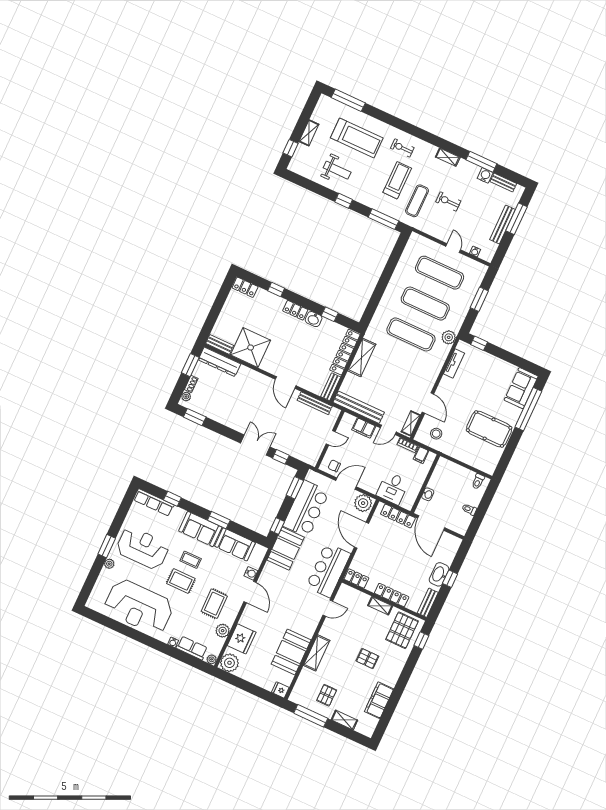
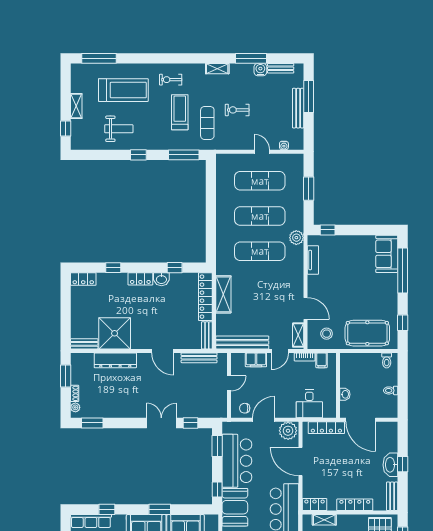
dresser: (219, 362) -> (115, 360), moved
pool table: (489, 429) -> (367, 333), moved
window: (507, 455) -> (403, 323), added
shelving: (380, 606) -> (324, 520), moved

